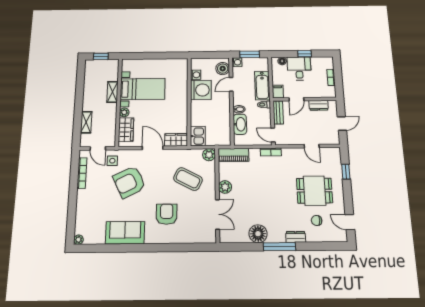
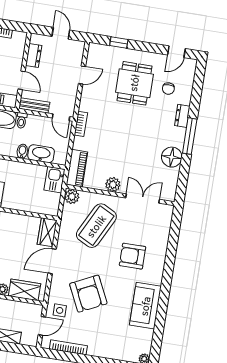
door: (273, 135) -> (61, 117), hinge flipped
kitchen sink: (198, 136) -> (55, 180), moved, turned -90
coffee table: (188, 179) -> (96, 226), width x1.36, depth x1.32

